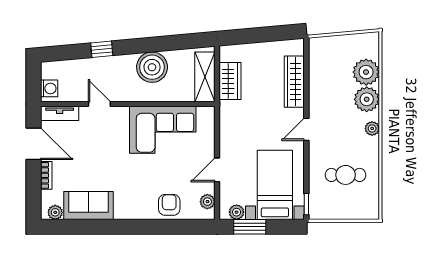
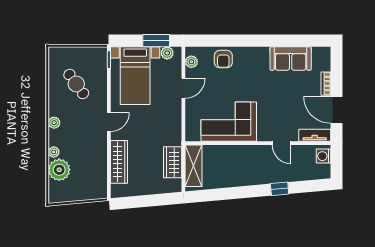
boiler: (152, 67) -> (238, 174), removed
plant: (367, 99) -> (54, 152), width x0.53, depth x0.53
cafe table: (346, 175) -> (76, 84), turned 54
plant: (55, 212) -> (318, 53), removed

